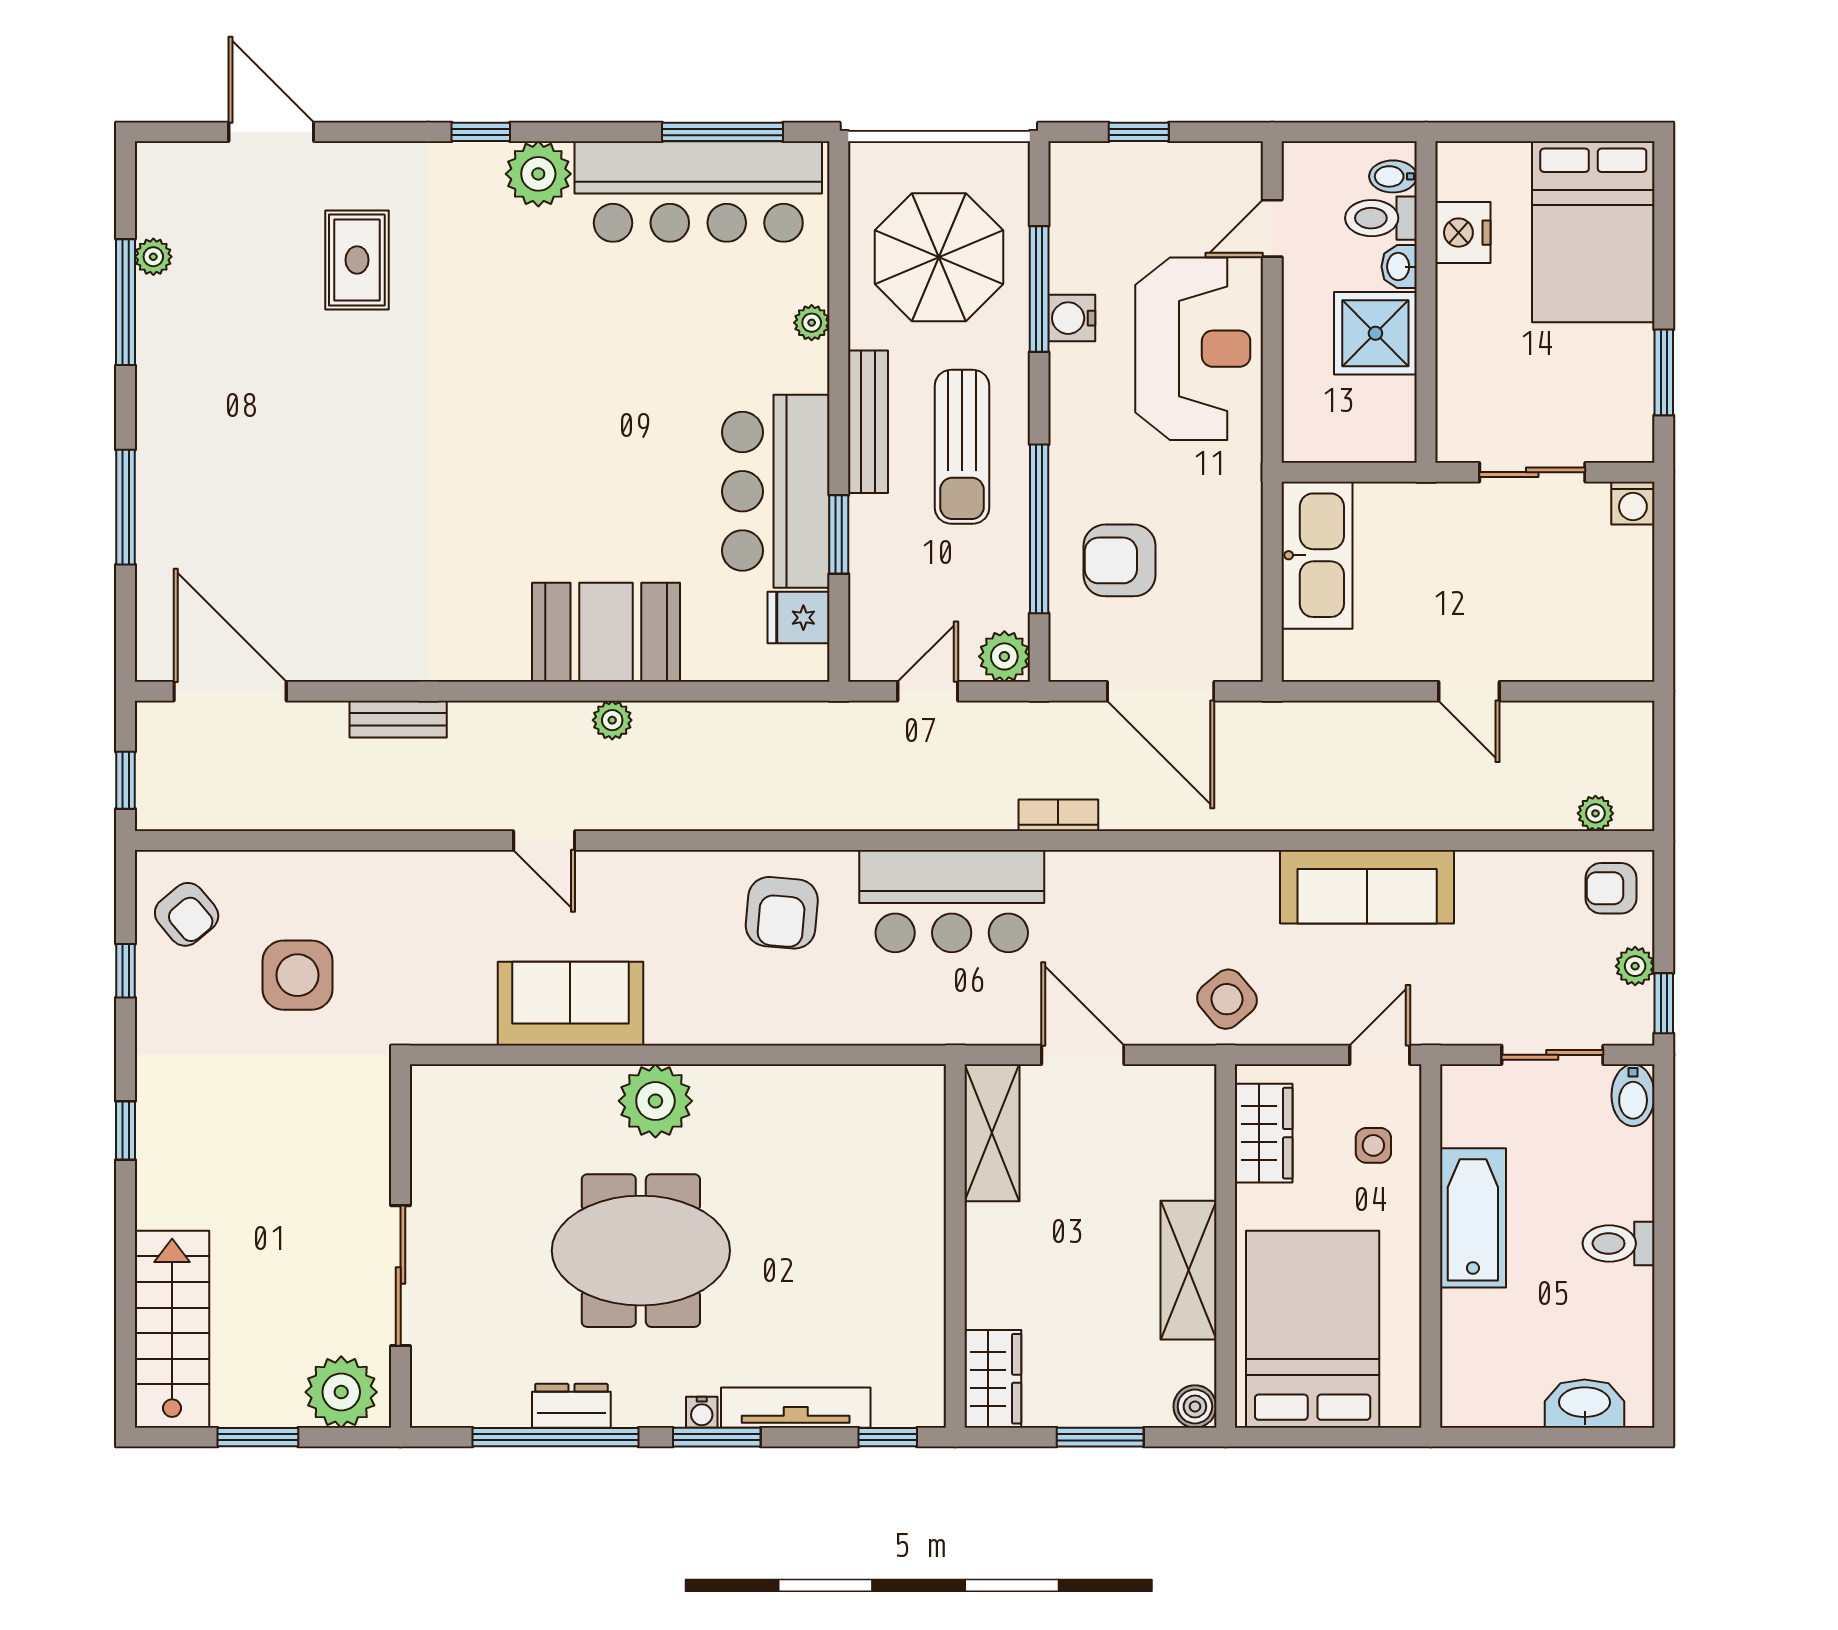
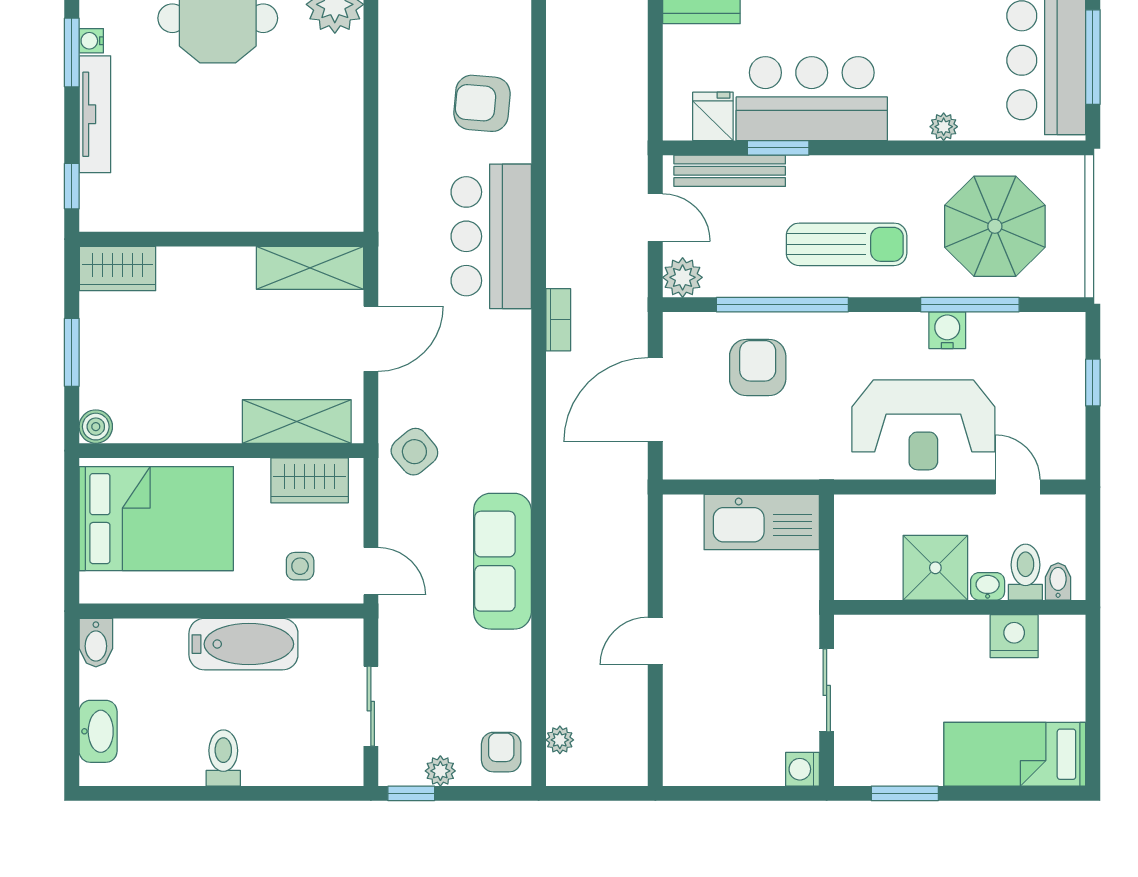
bed: (1593, 232) -> (1015, 754), width x0.67
bench: (868, 422) -> (730, 171), moved
sun lounger: (962, 447) -> (847, 244), turned 180
bidet: (1633, 1095) -> (96, 643), moved, turned -90
shelving: (1188, 1270) -> (297, 422), moved

